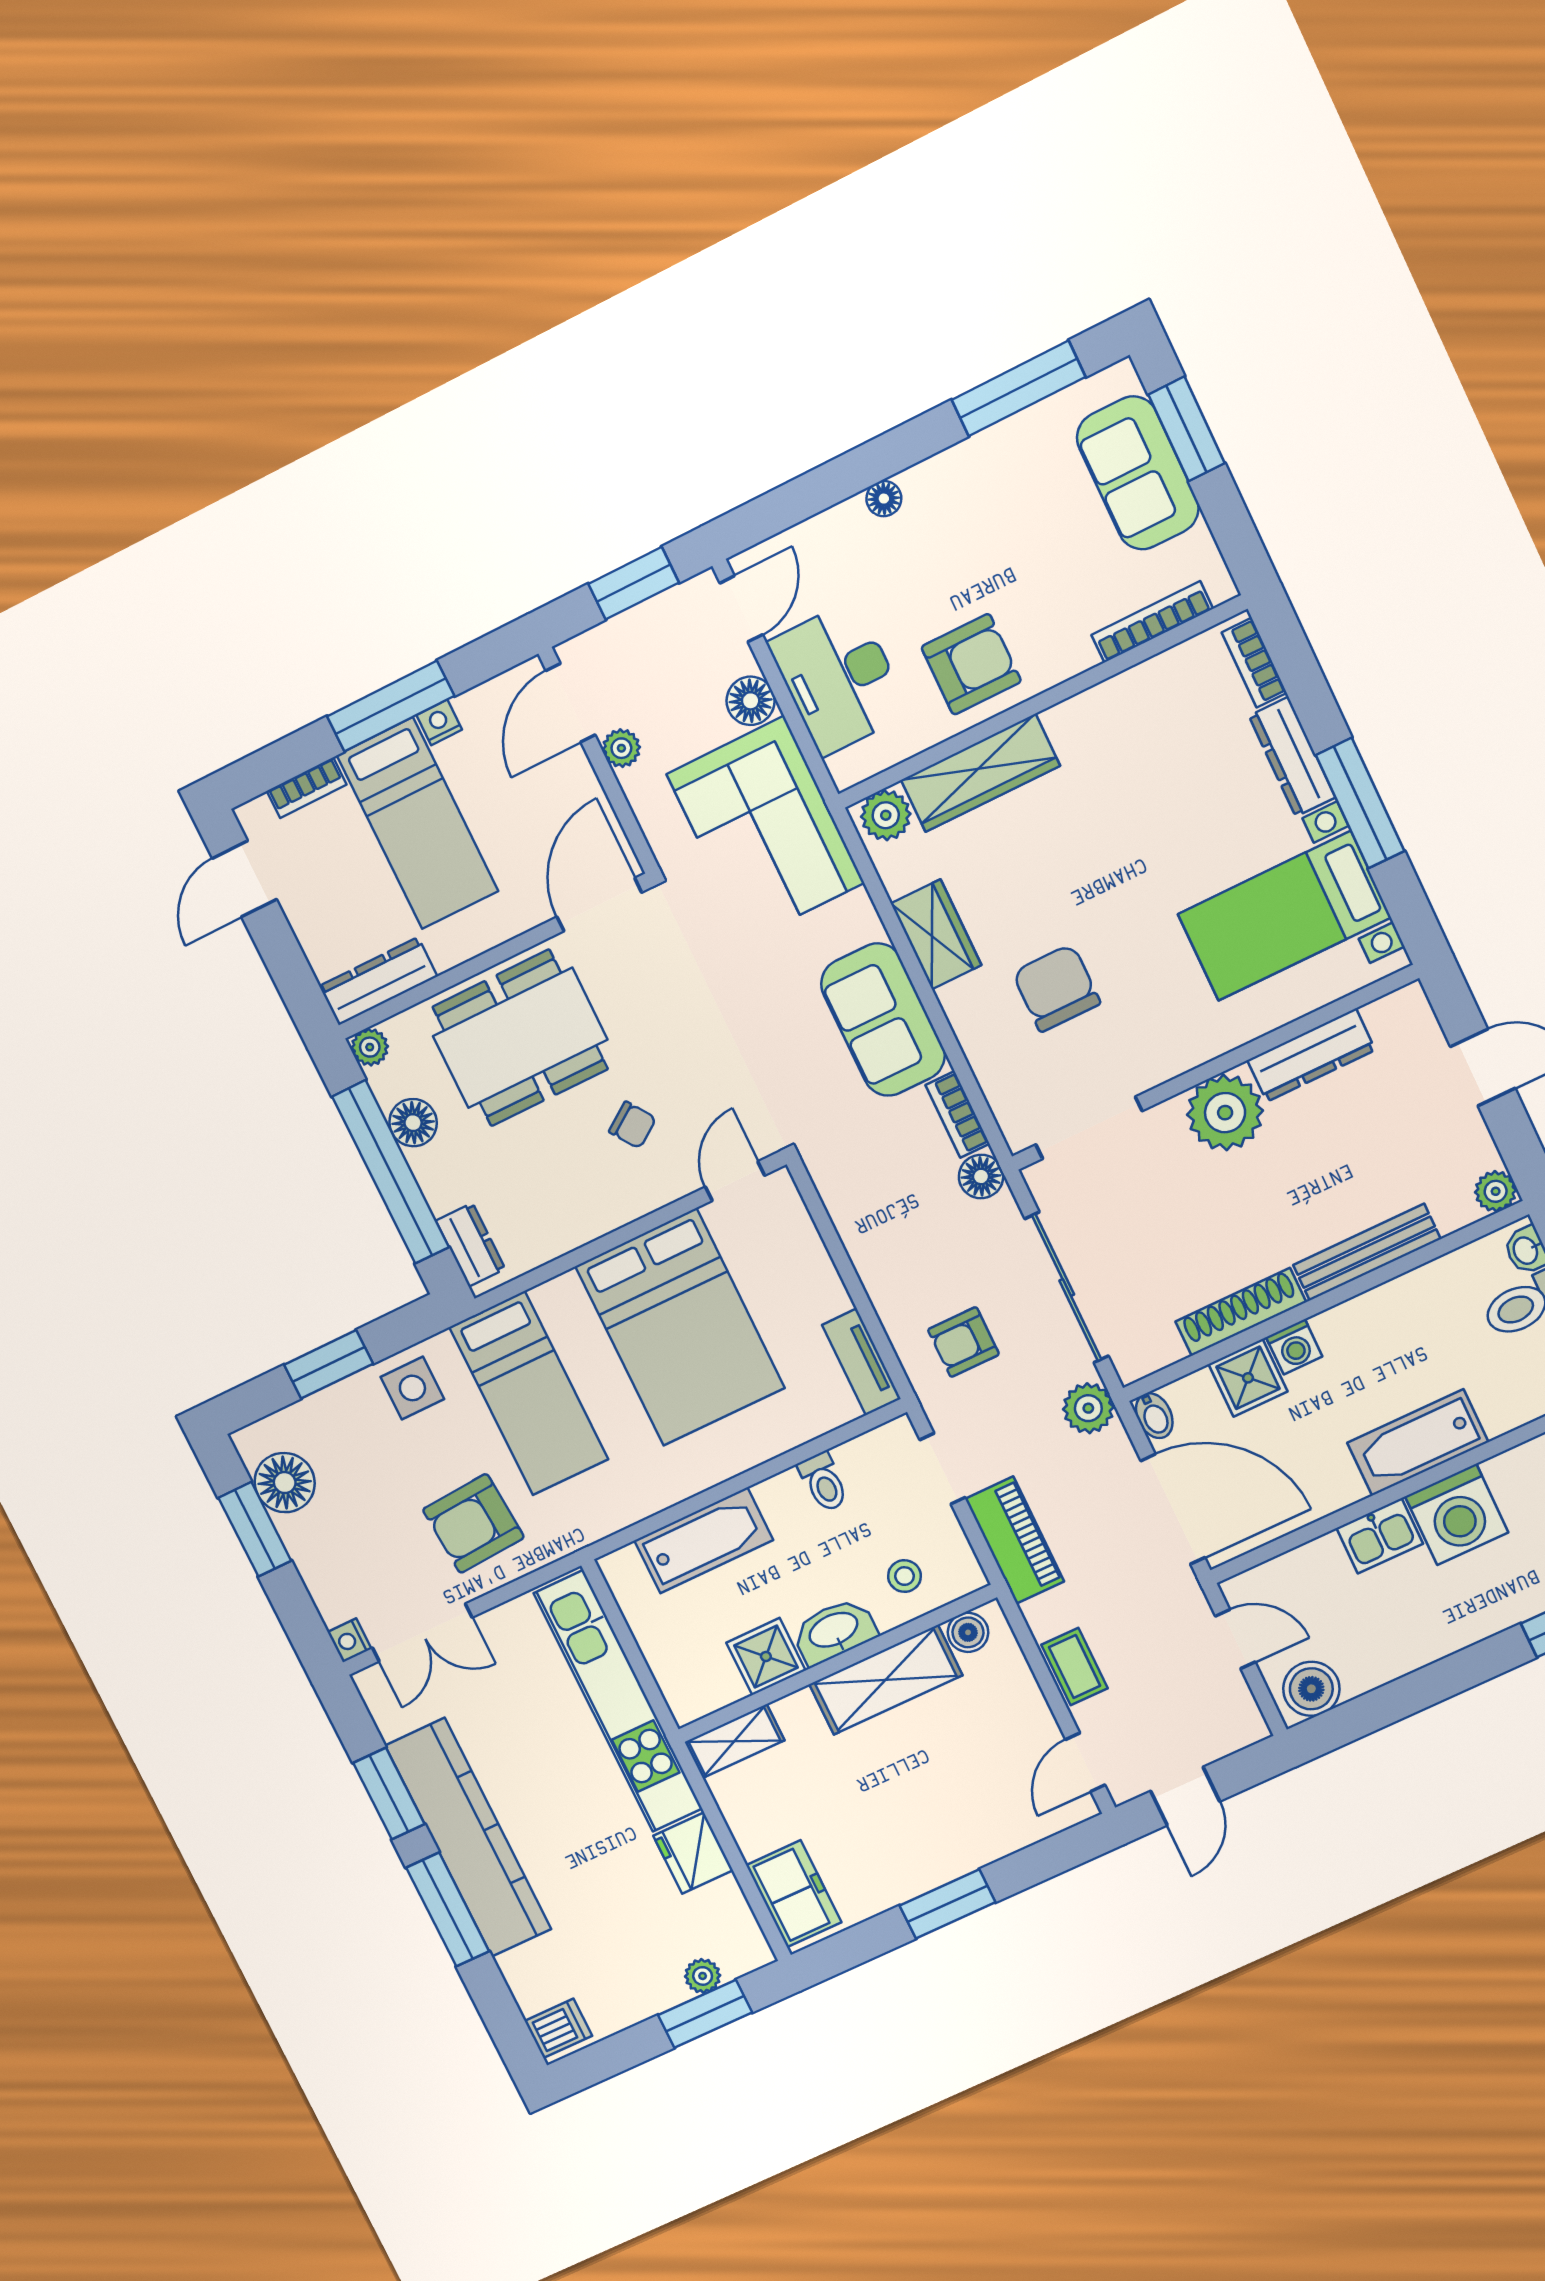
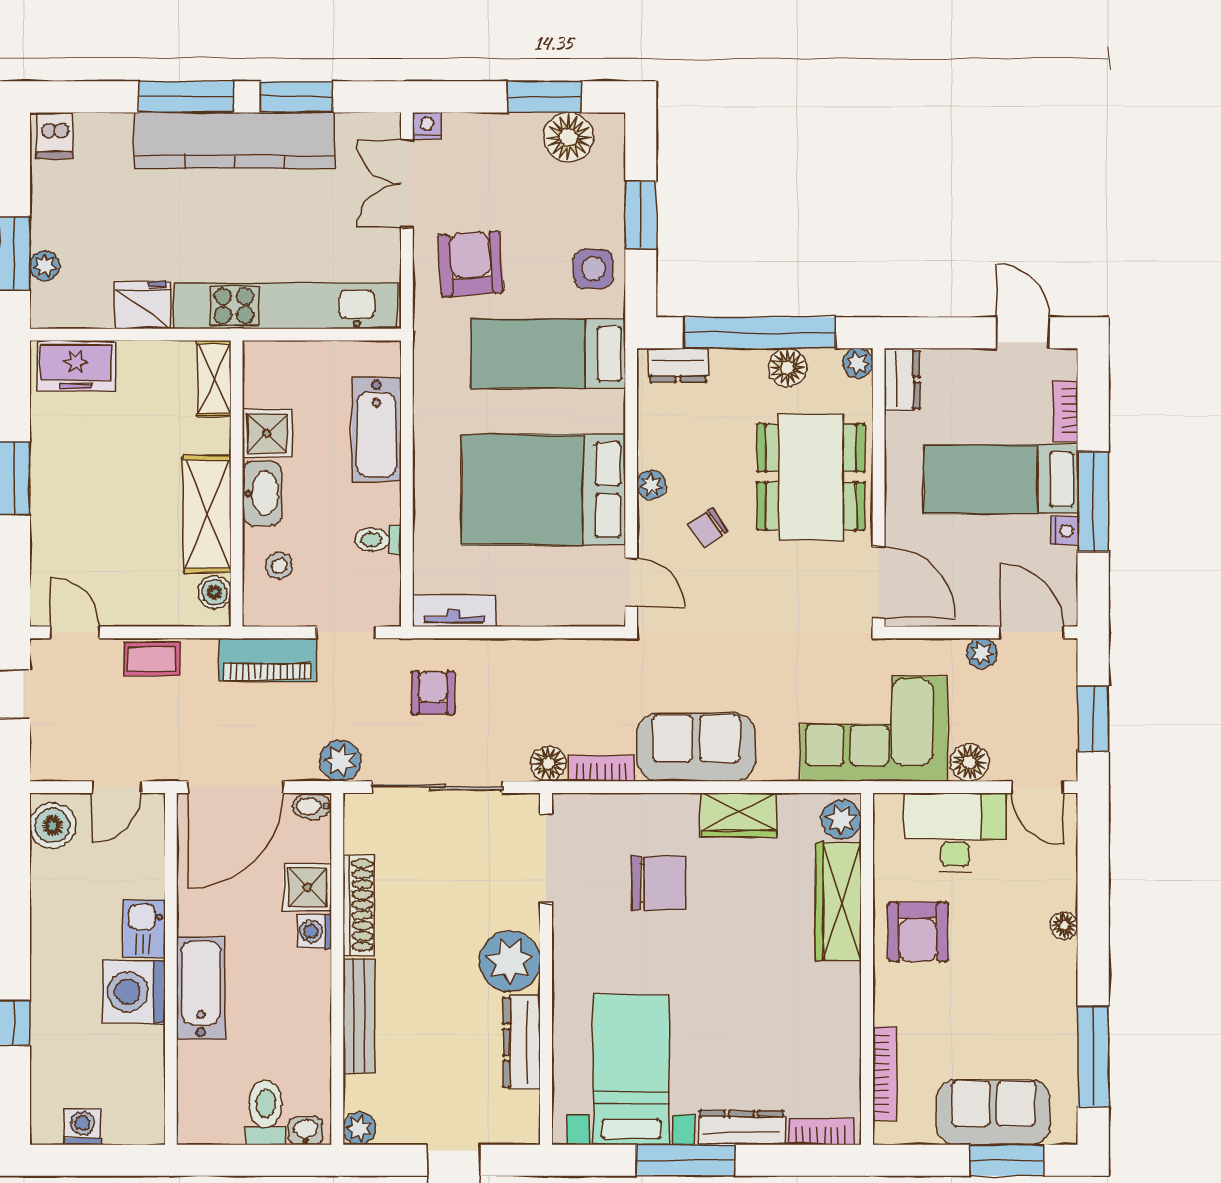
dresser: (378, 981) -> (902, 380), width x0.70
plant: (616, 1211) -> (651, 485), added

